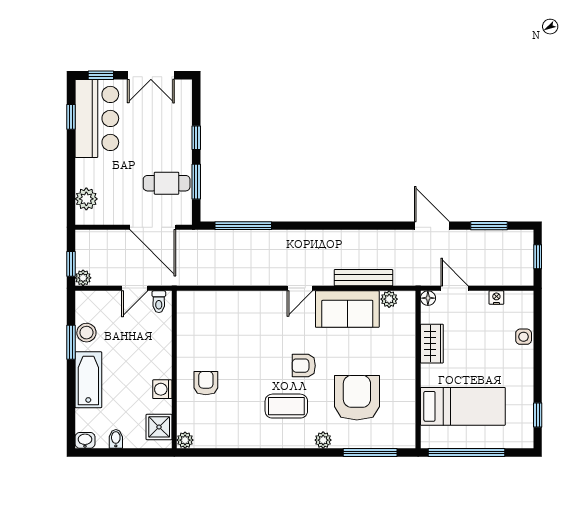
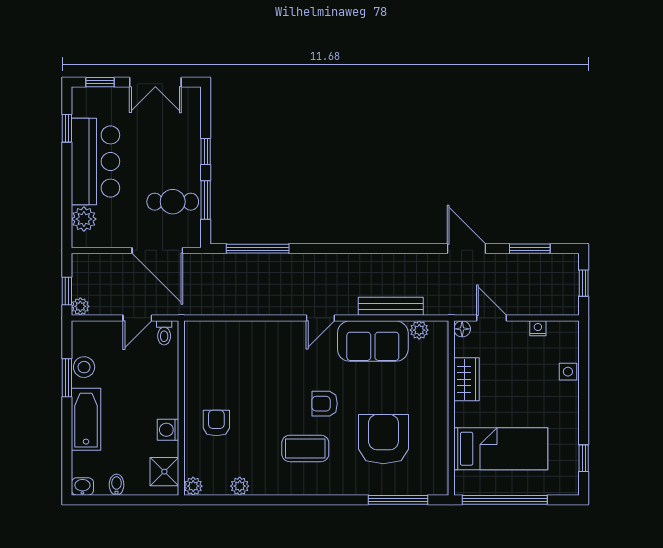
bar counter: (97, 118) -> (96, 161), moved
plant: (323, 440) -> (240, 486), moved

